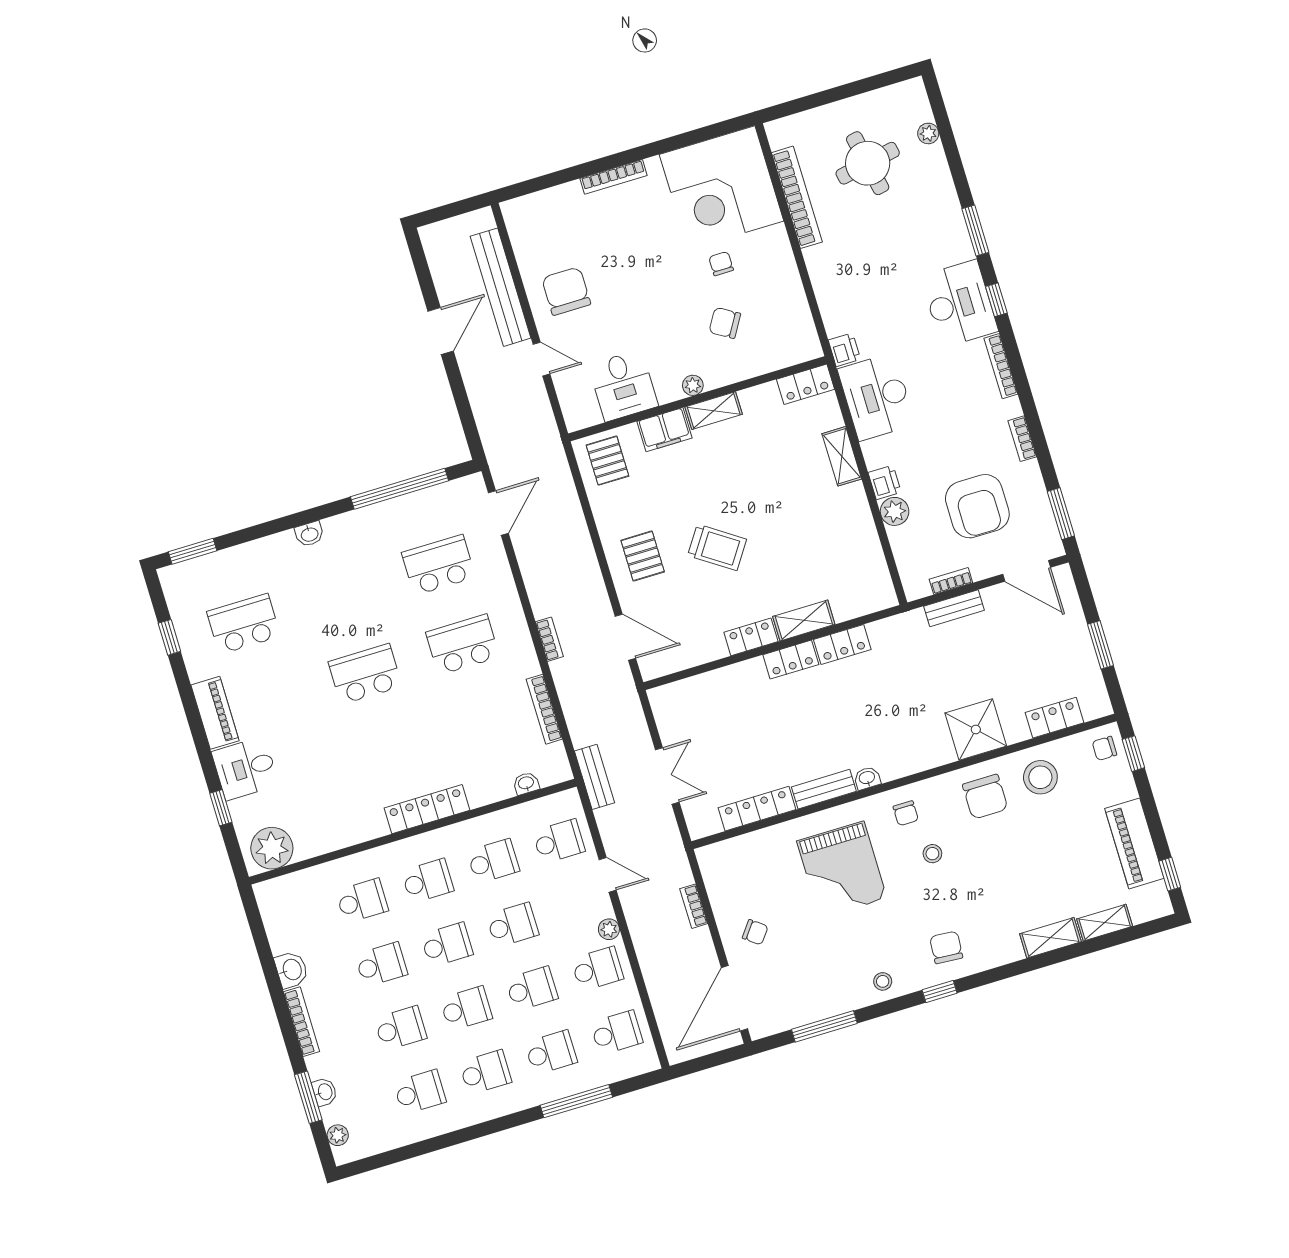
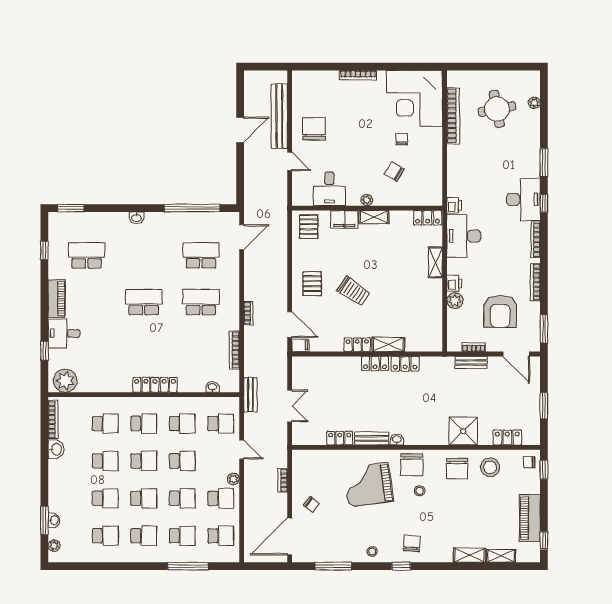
bookcase: (1022, 439) -> (535, 282), width x1.56
filing cabinet: (655, 667) -> (300, 345), added
locker: (757, 809) -> (340, 438), width x0.66
chair: (906, 813) -> (412, 465), width x1.87, depth x1.87
grand piano: (842, 870) -> (368, 485), turned 82
bookcase: (302, 1022) -> (53, 420), moved

